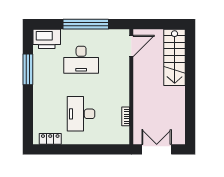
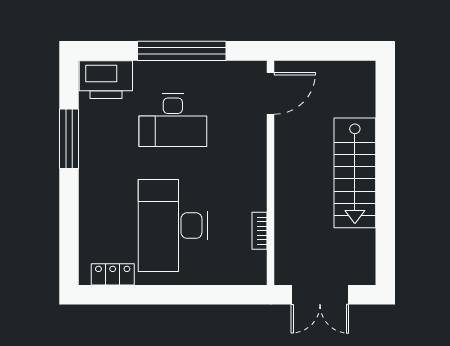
stairs: (175, 57) -> (355, 173), moved
desk: (81, 114) -> (173, 226), width x1.36, depth x1.30
double door: (157, 149) -> (320, 295), swing flipped

